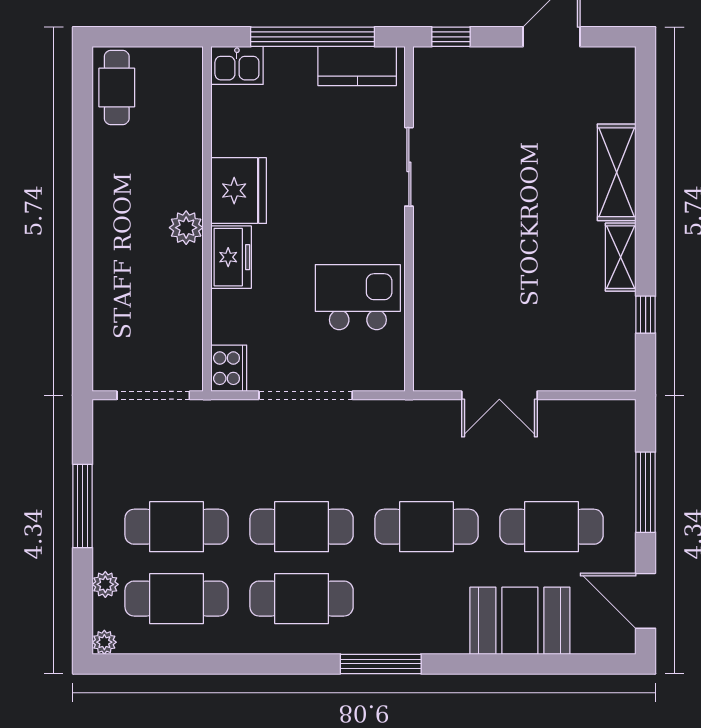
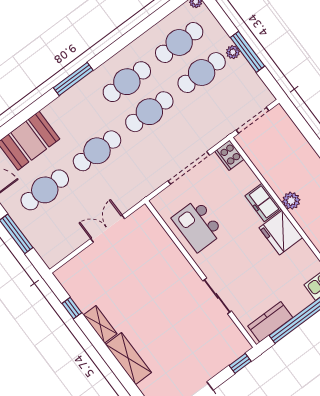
kitchen island: (358, 297) -> (198, 225), turned 90
plant: (105, 584) -> (233, 52), moved

